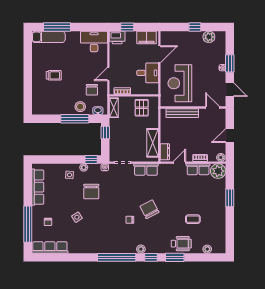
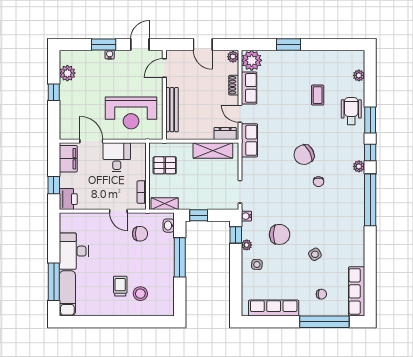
desk: (94, 42) -> (74, 251), moved
stool: (80, 107) -> (140, 294), moved
row of seats: (146, 169) -> (249, 140), moved

